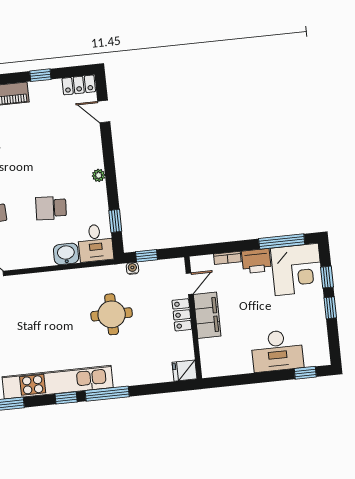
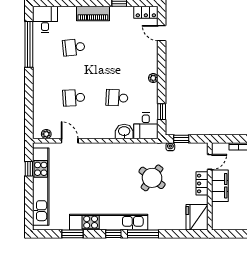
round table: (112, 314) -> (152, 178), turned 37
fridge: (185, 371) -> (197, 217), width x1.88, depth x1.34

